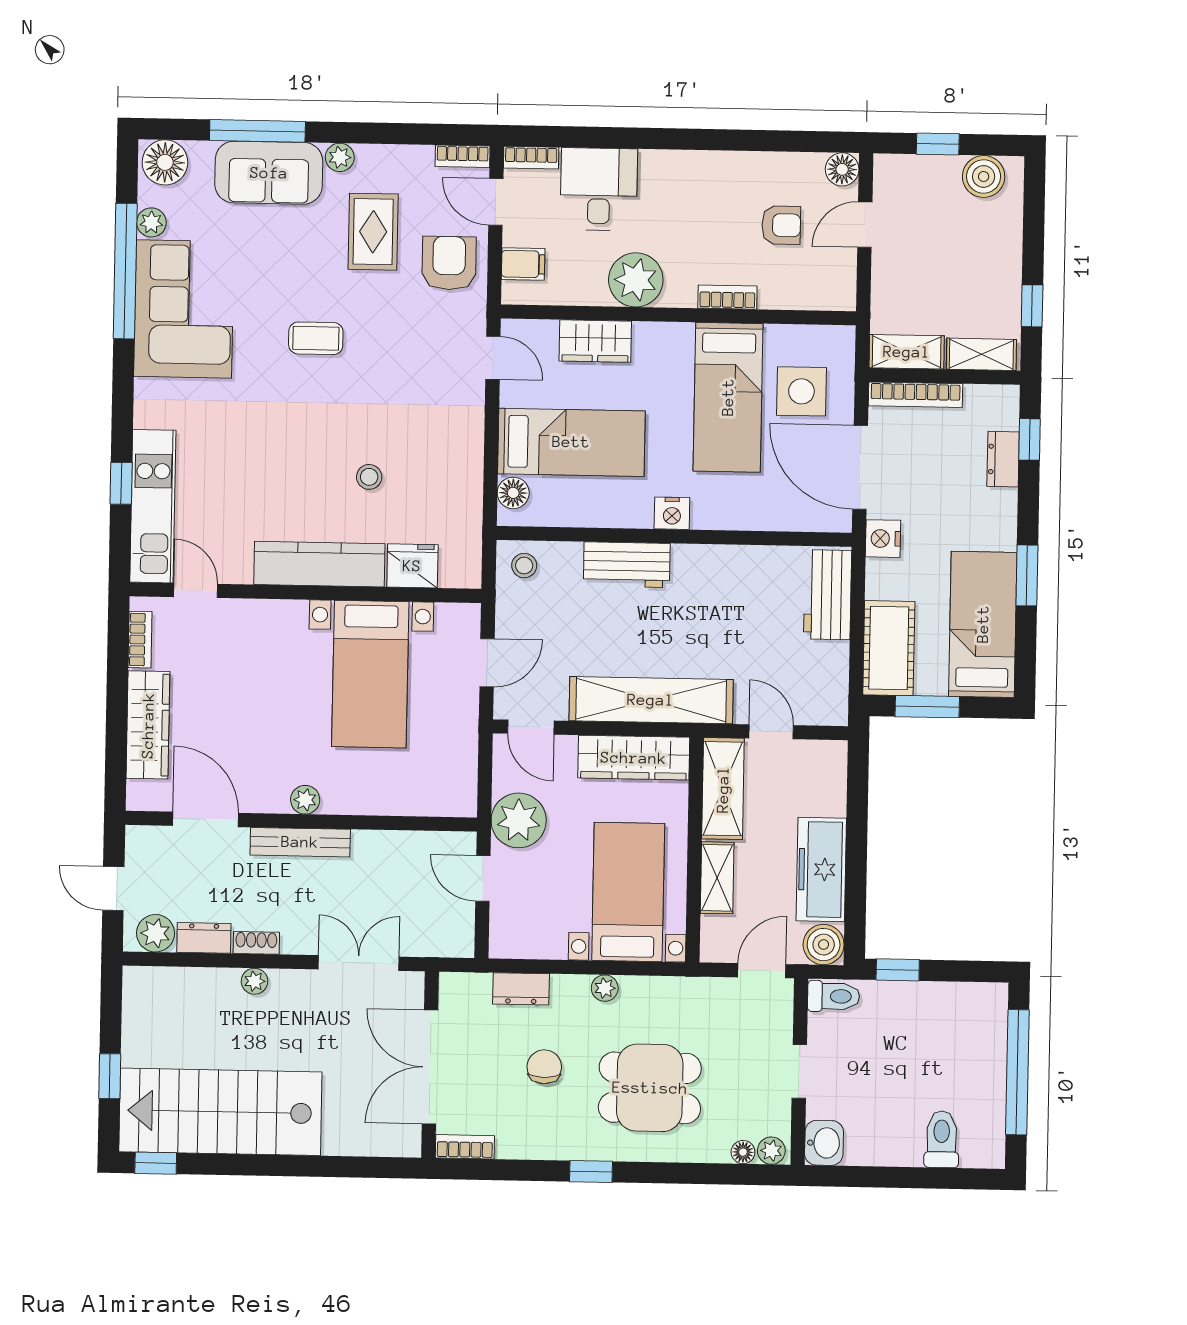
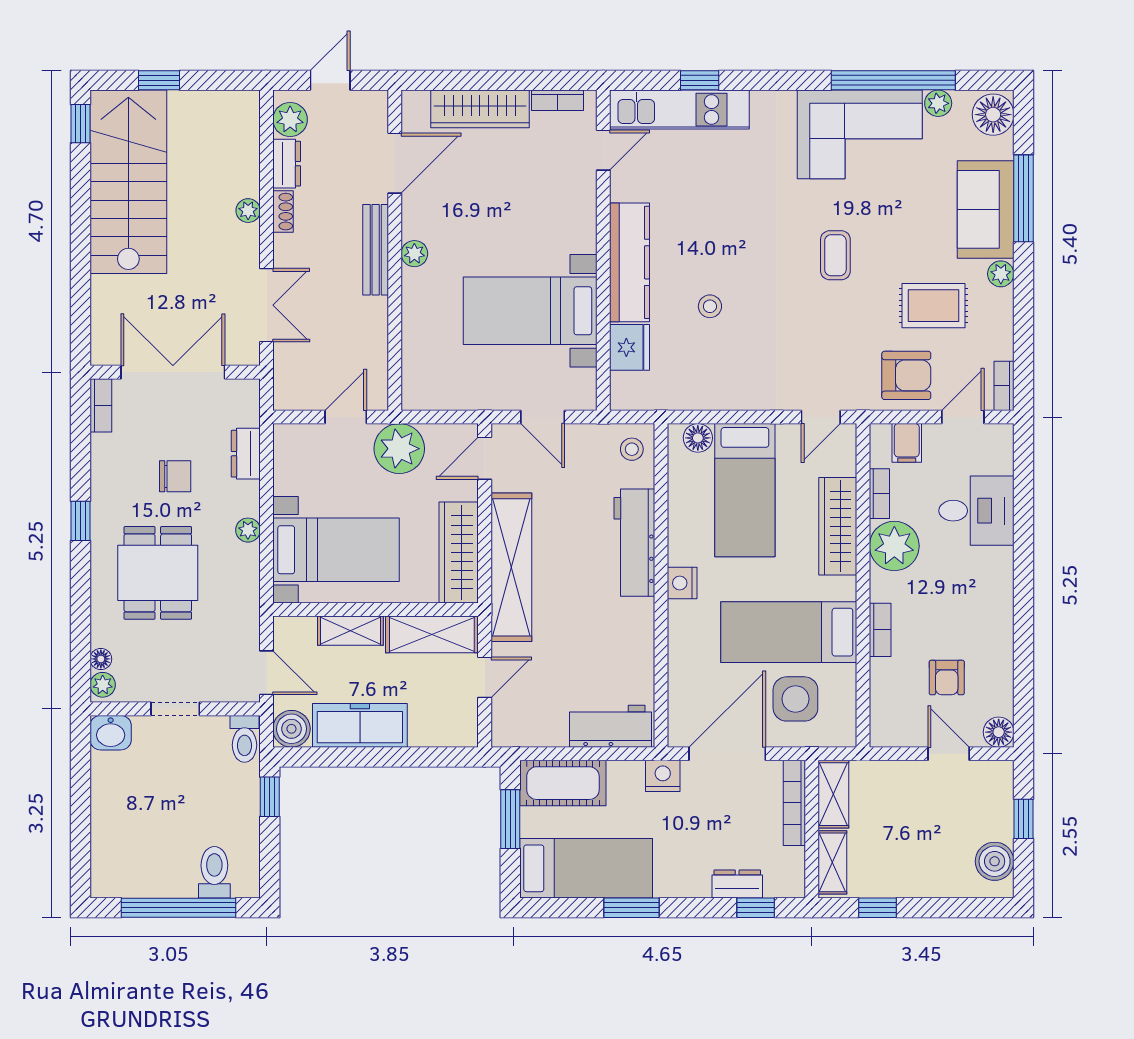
bookcase: (531, 158) -> (879, 494), moved, turned 180
wardrobe: (595, 341) -> (838, 526), width x1.50
workbench: (627, 565) -> (634, 543), width x1.38
toilet: (942, 1139) -> (214, 872), moved, turned -90

